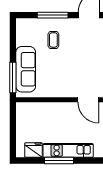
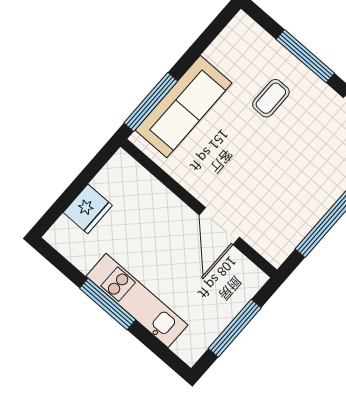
door: (88, 100) -> (219, 226), moved
fridge: (33, 150) -> (88, 209), moved, turned 90

